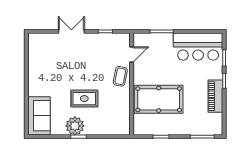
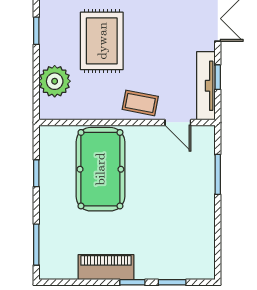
tv unit: (110, 38) -> (206, 86), added
bar counter: (198, 47) -> (191, 237), removed
rug: (84, 99) -> (102, 41), width x1.36, depth x1.43
plant: (75, 126) -> (55, 81), moved

